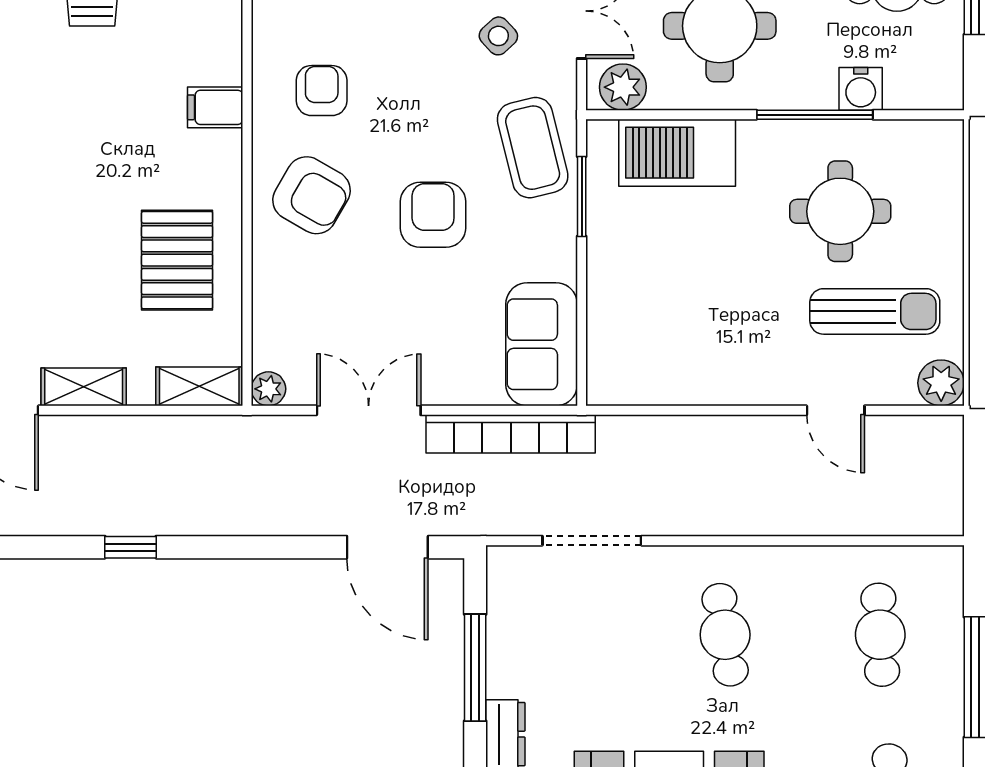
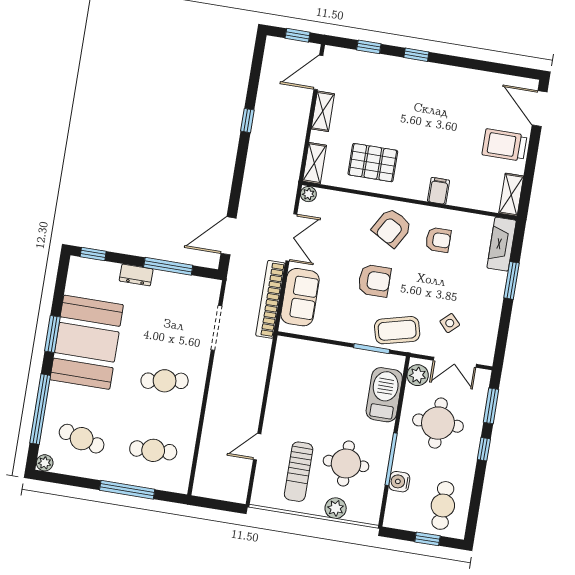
sofa: (542, 344) -> (300, 297), moved, turned 90
plant: (941, 383) -> (336, 508), moved

